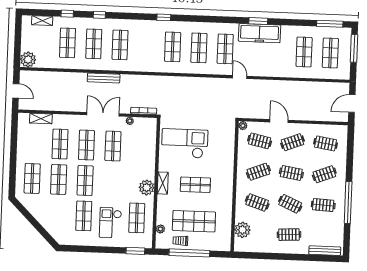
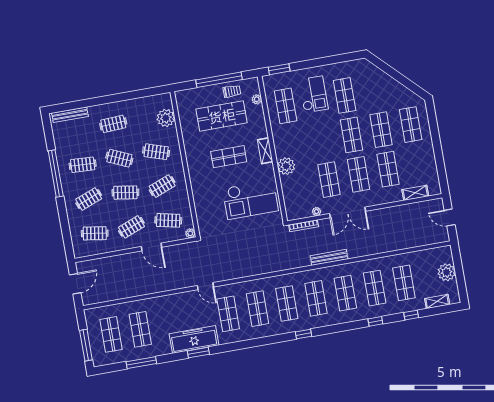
window: (330, 24) -> (141, 363), moved
shop shelf: (146, 46) -> (316, 298), added
plant: (28, 59) -> (447, 272), moved
bench: (104, 78) -> (329, 257), moved
plant: (147, 188) -> (286, 166), moved

